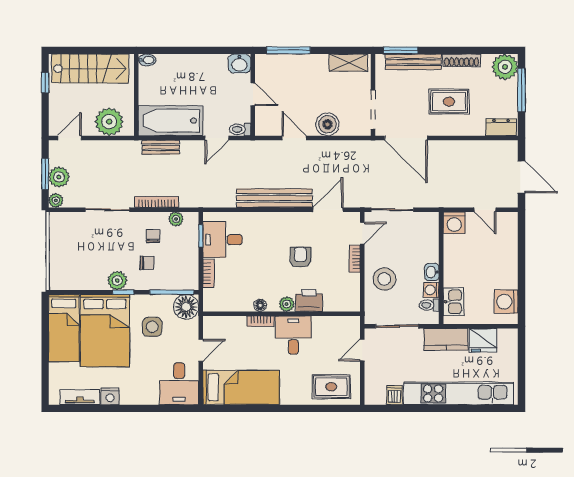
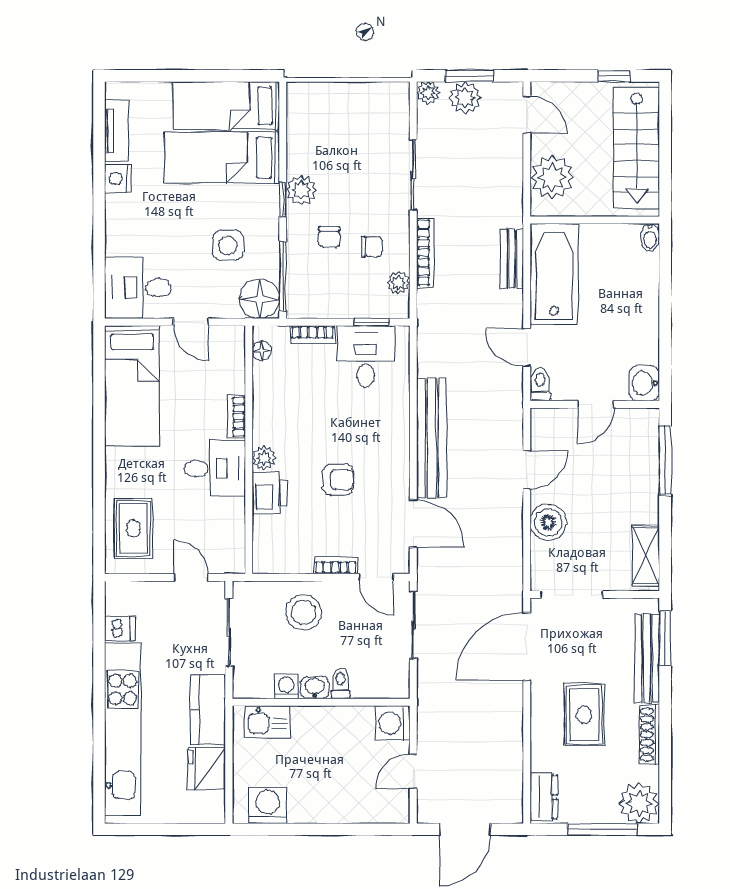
floor lamp: (260, 305) -> (262, 351), moved
toilet: (429, 305) -> (340, 683), moved
bed: (105, 331) -> (222, 158), width x0.67

